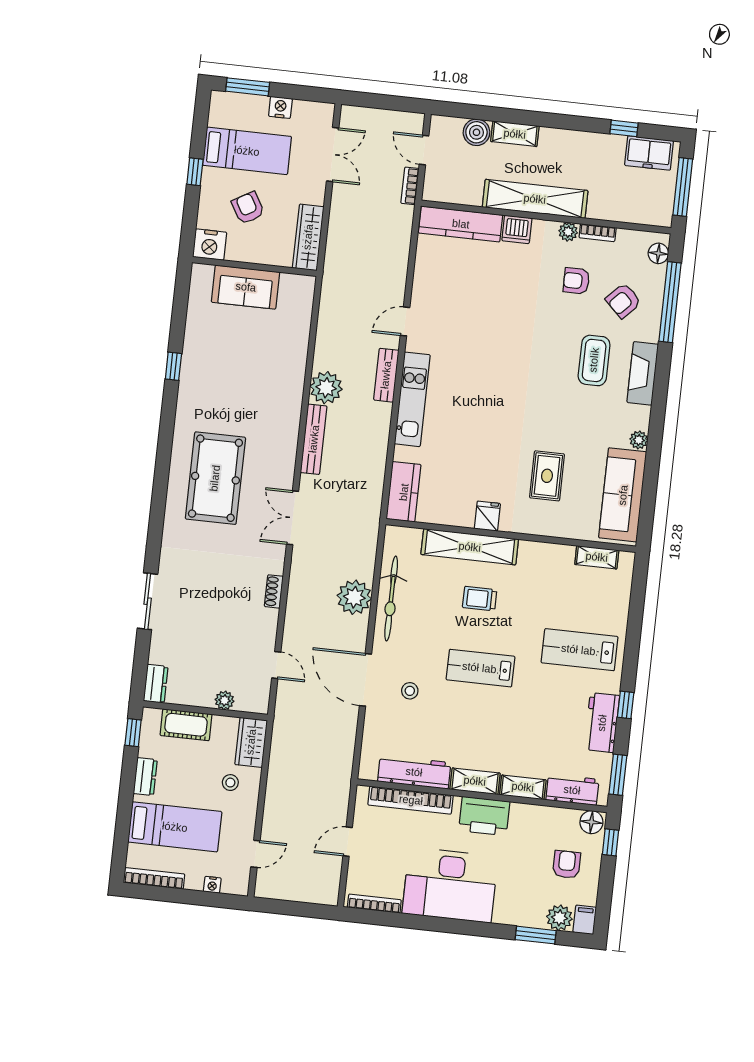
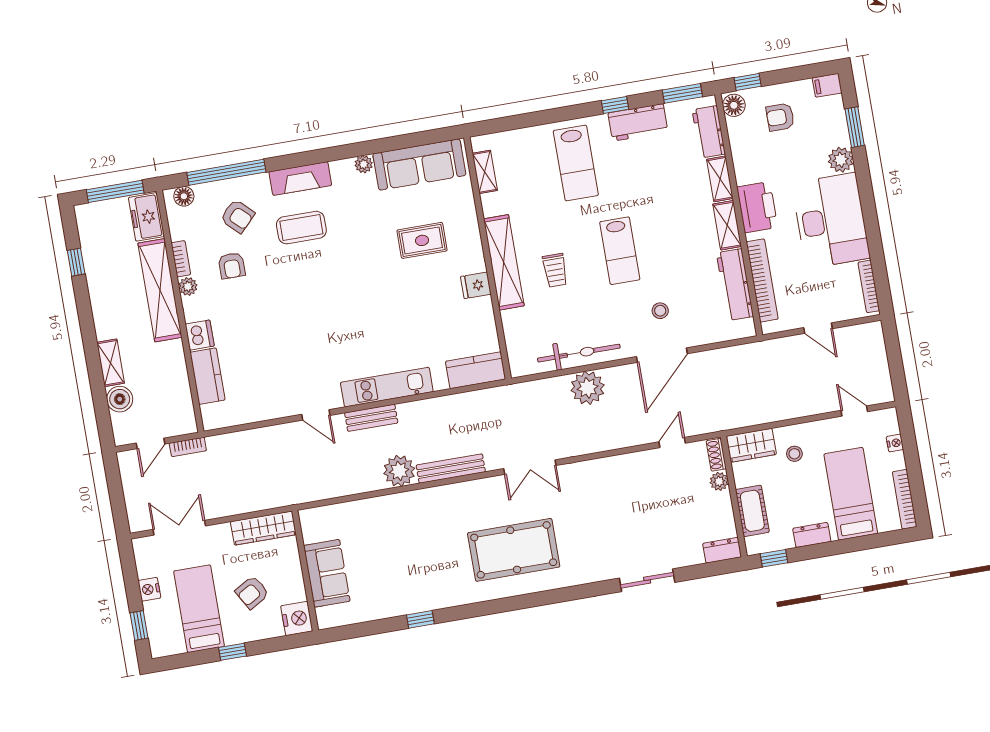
window: (248, 87) -> (139, 626), width x0.67
freezer: (649, 153) -> (146, 217), moved, turned 180
shelving: (535, 199) -> (160, 290), moved
kitchen counter: (461, 224) -> (207, 376), width x0.67
shelving: (470, 547) -> (504, 262), moved
shoe rack: (274, 591) -> (716, 455), moved, turned 90
plant: (559, 918) -> (841, 160), moved

